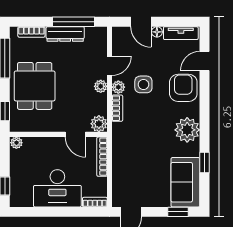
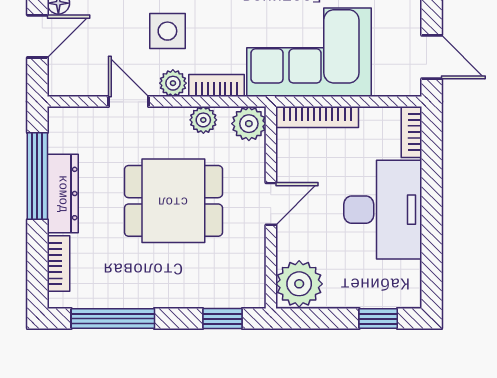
dining table: (35, 86) -> (173, 201), moved
plant: (101, 86) -> (203, 120), moved
door: (75, 134) -> (271, 204), moved
plant: (16, 143) -> (299, 284), width x1.87, depth x1.87
corner sofa: (133, 153) -> (309, 52), added

